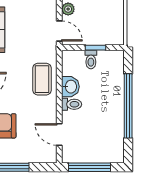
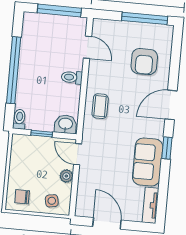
toilet: (91, 59) -> (19, 119), moved
coffee table: (42, 79) -> (100, 106), width x0.73, depth x0.77
washbasin: (70, 87) -> (66, 124), moved, turned 90

